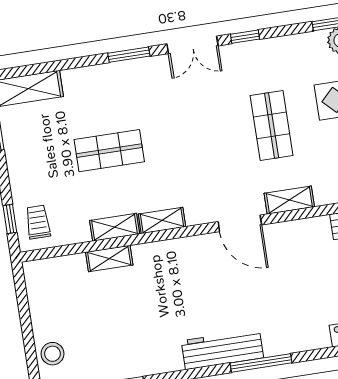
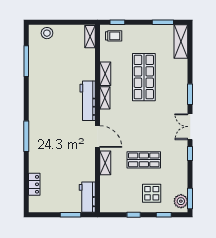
shop shelf: (109, 151) -> (144, 77), width x1.43, depth x1.36
door: (240, 223) -> (97, 137), swing flipped
shelving: (109, 259) -> (90, 37), moved
workbench: (222, 349) -> (88, 101), moved, turned 180

